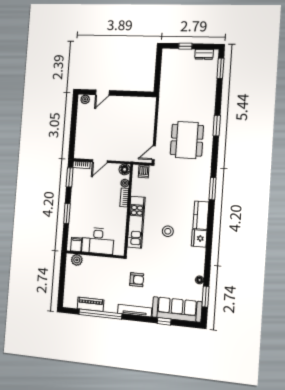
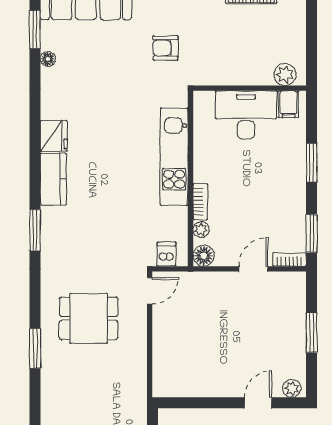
window: (73, 127) -> (312, 333), added
dining table: (187, 140) -> (89, 318), width x0.73
stool: (168, 231) -> (113, 144), removed

